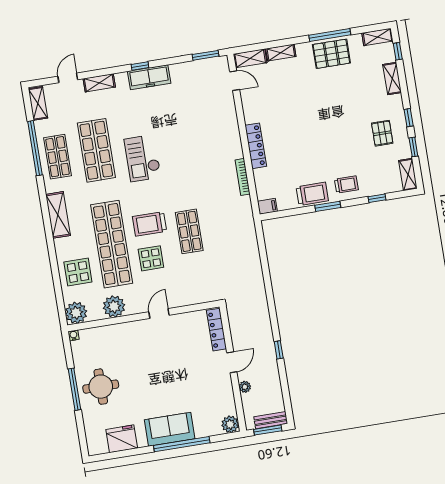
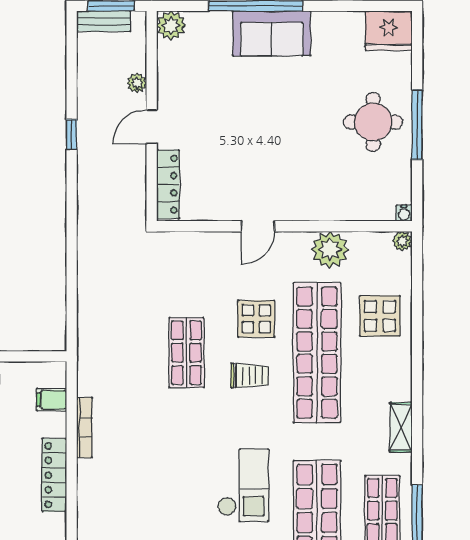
filing cabinet: (267, 206) -> (51, 400), moved
shelving: (58, 215) -> (401, 427), width x0.67, depth x0.75
trolley: (149, 224) -> (250, 376), width x0.73, depth x0.72
plant: (76, 313) -> (402, 241), width x0.53, depth x0.53
fridge: (122, 439) -> (389, 31), moved

